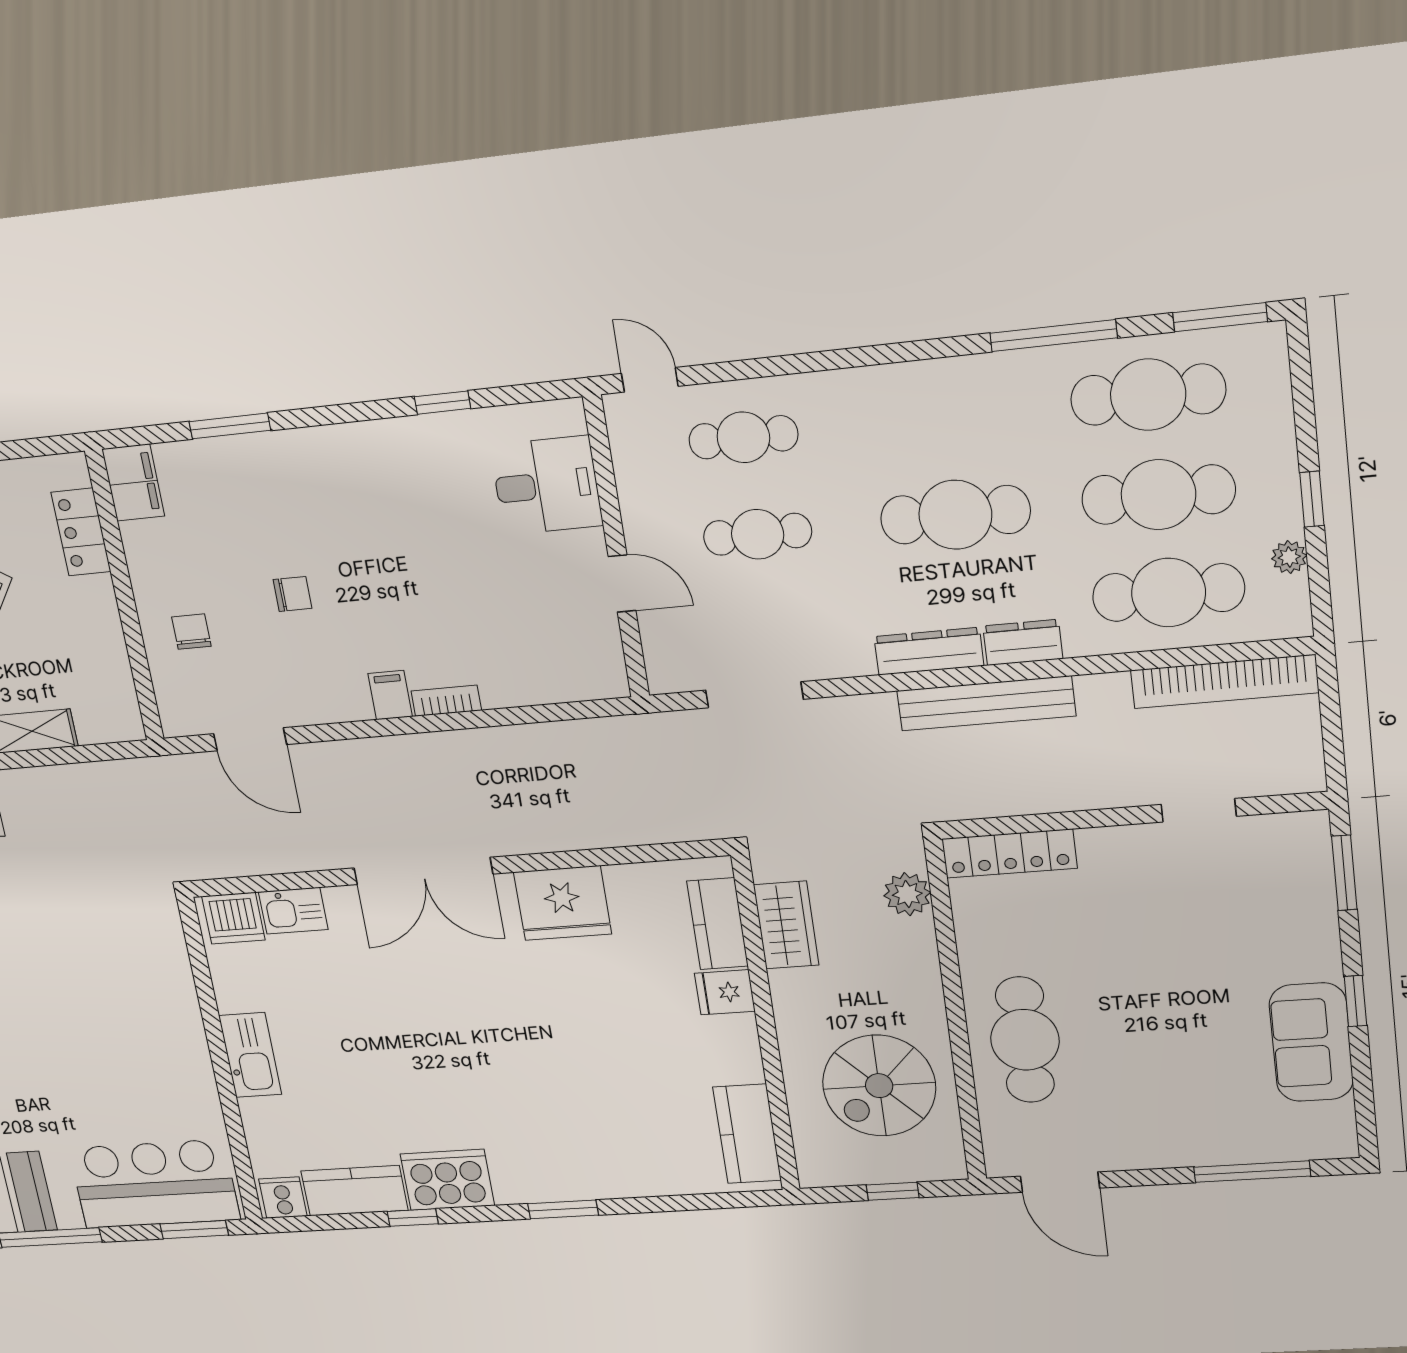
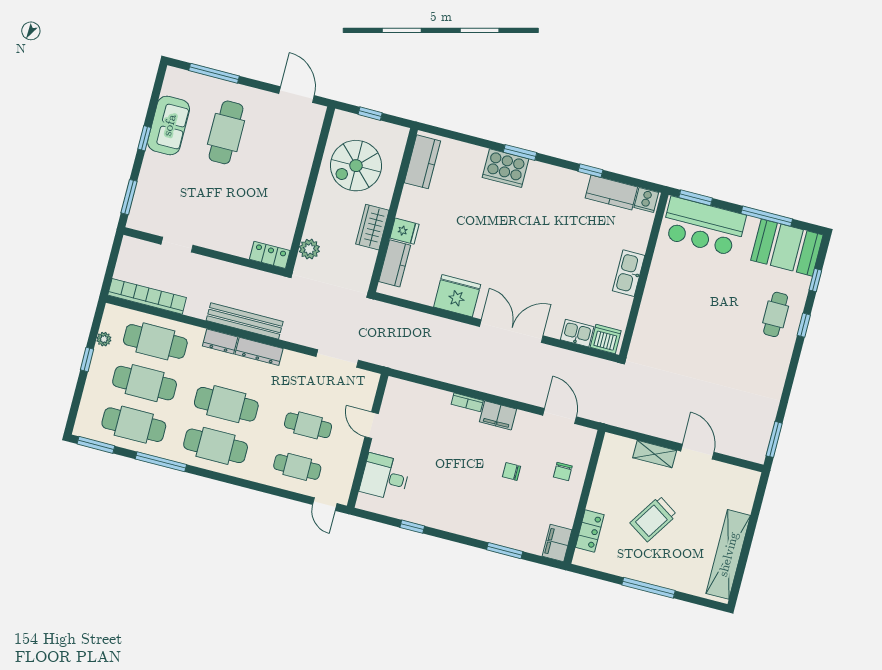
cafe table: (943, 416) -> (216, 446), added
filing cabinet: (390, 695) -> (498, 415), width x2.00
locker: (1009, 854) -> (270, 255), width x0.66
wardrobe: (786, 925) -> (372, 227), moved
cafe table: (1025, 1040) -> (226, 132), moved
spiral stairs: (879, 1086) -> (356, 166), turned 180
cooker: (447, 1180) -> (505, 168), moved

